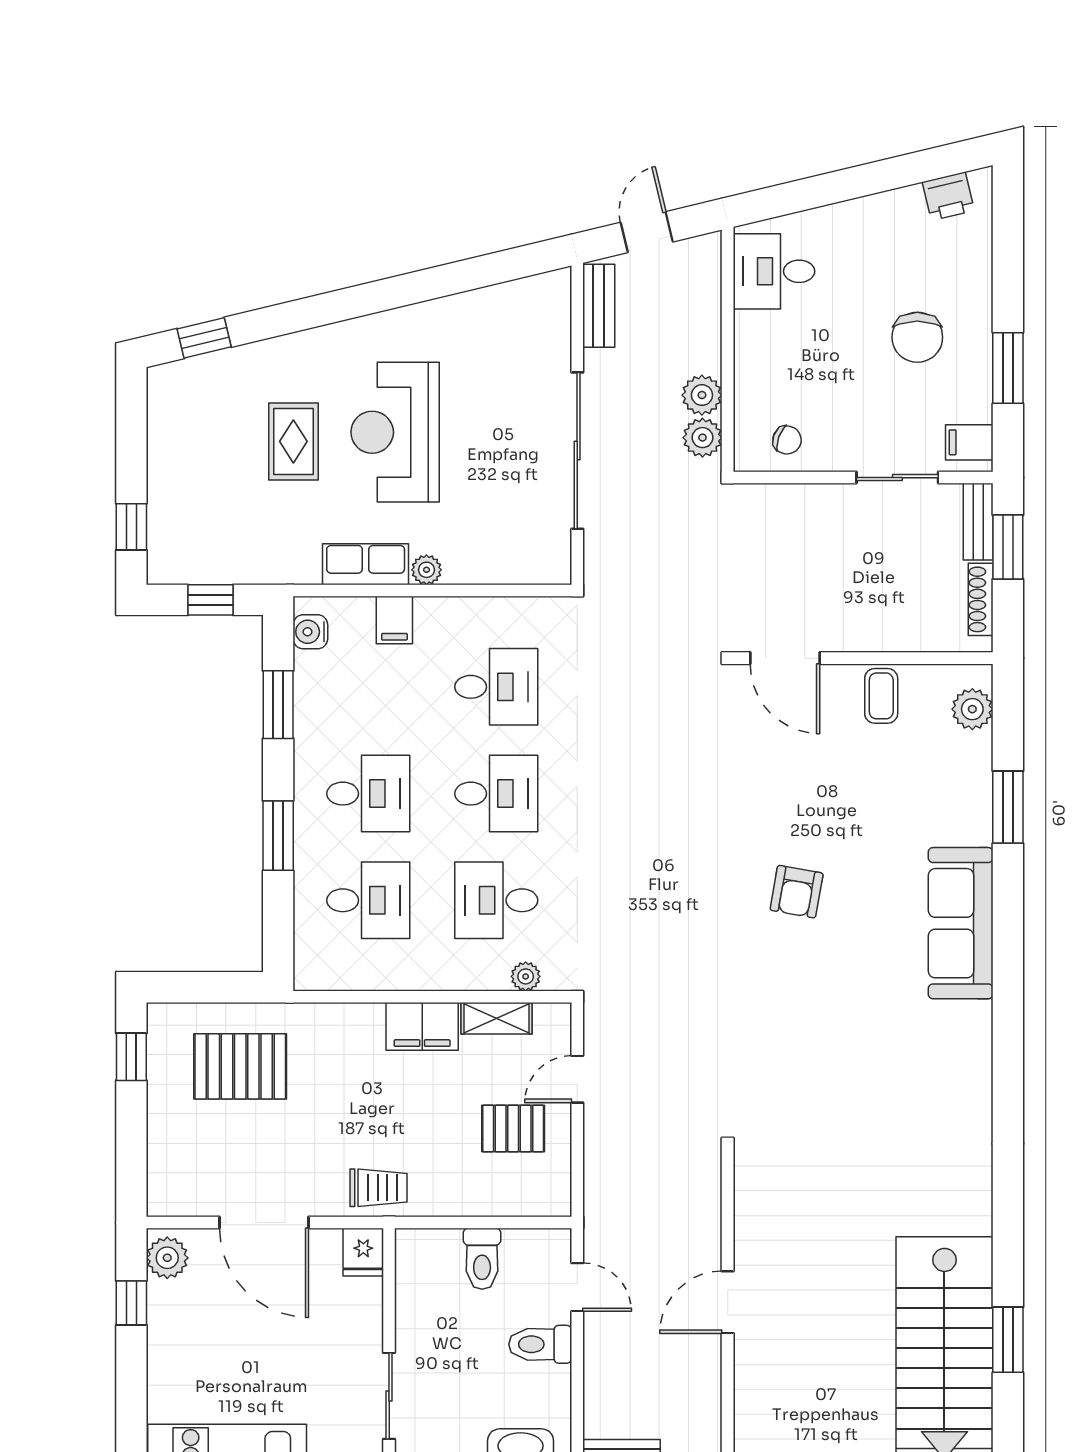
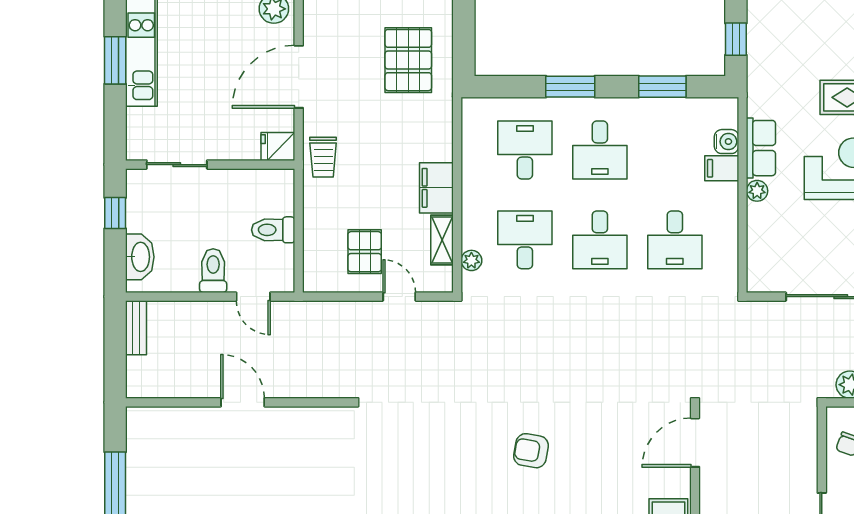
water cooler: (310, 632) -> (727, 142), moved, turned 90
desk: (368, 900) -> (525, 150), turned 180
door: (577, 1287) -> (253, 297), hinge flipped

